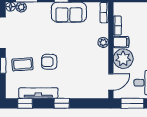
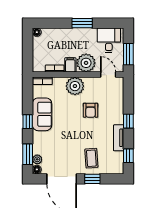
plant: (103, 42) -> (75, 86), width x1.88, depth x1.88
armchair: (49, 62) -> (91, 110), moved
tv unit: (38, 93) -> (119, 138), width x0.71

